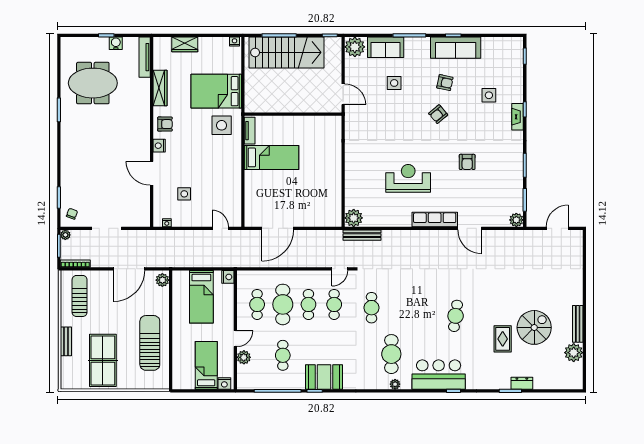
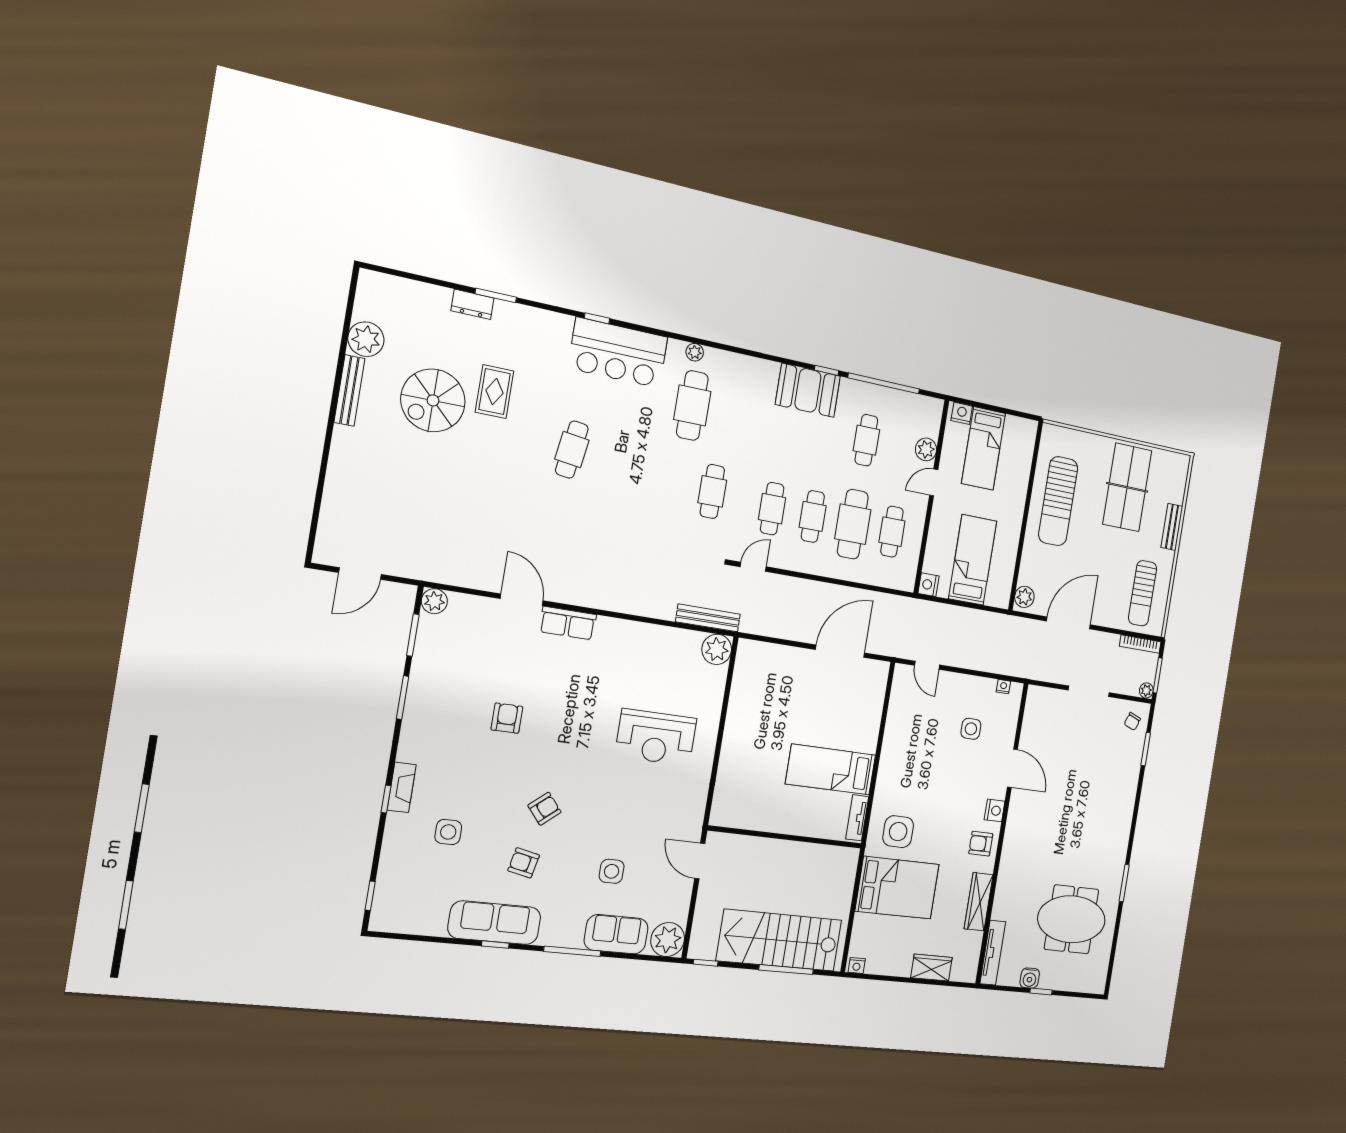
reception desk: (408, 178) -> (656, 737), moved
row of seats: (435, 219) -> (568, 623), width x0.68

